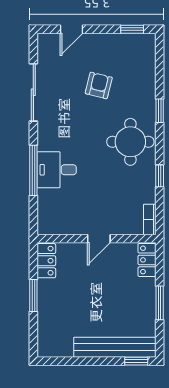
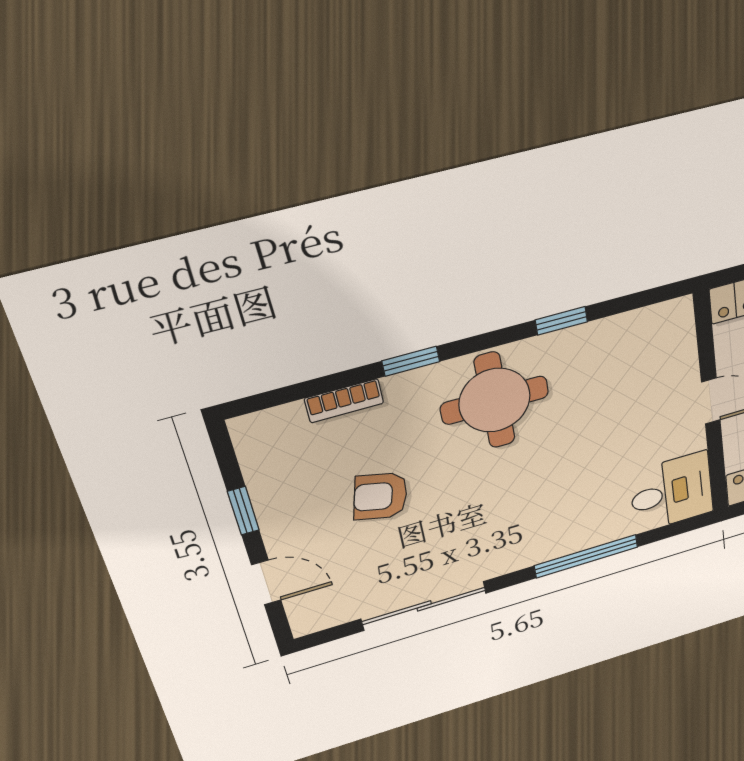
window: (132, 29) -> (243, 511), moved
desk: (57, 170) -> (672, 492), moved, turned -90
bookcase: (150, 219) -> (344, 401), moved

